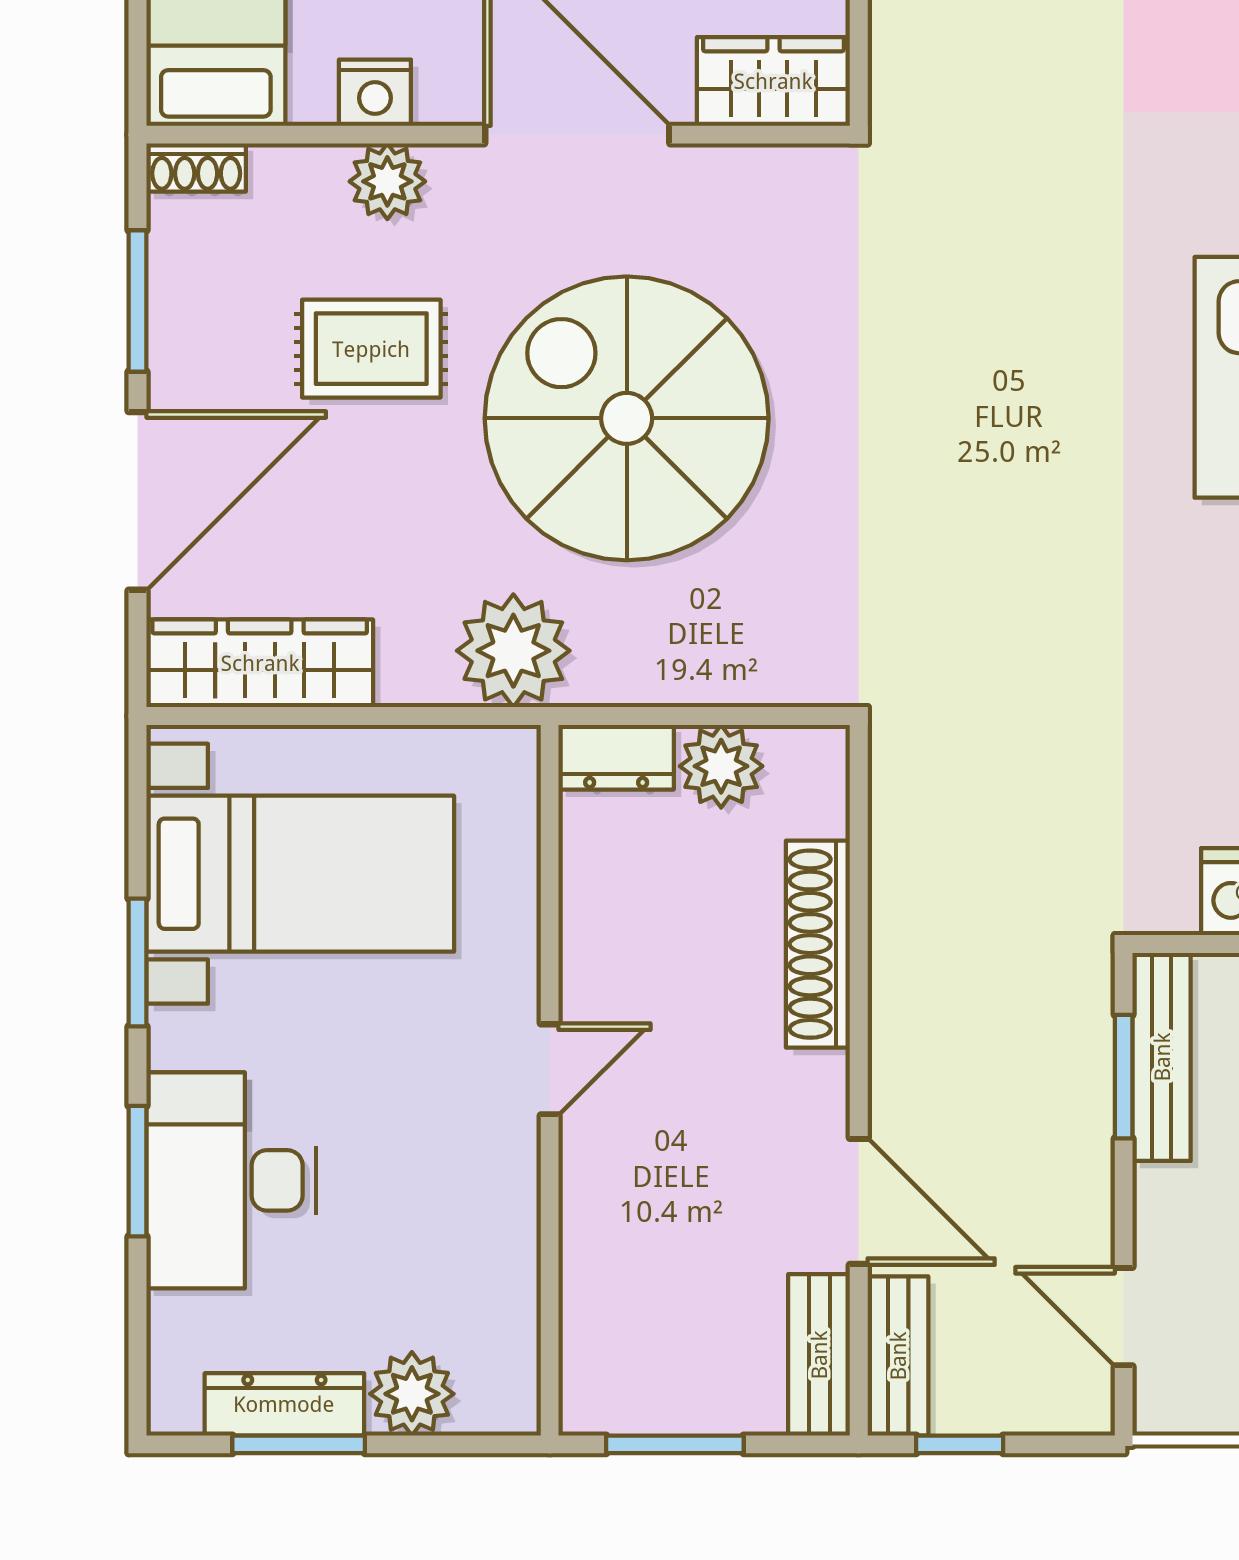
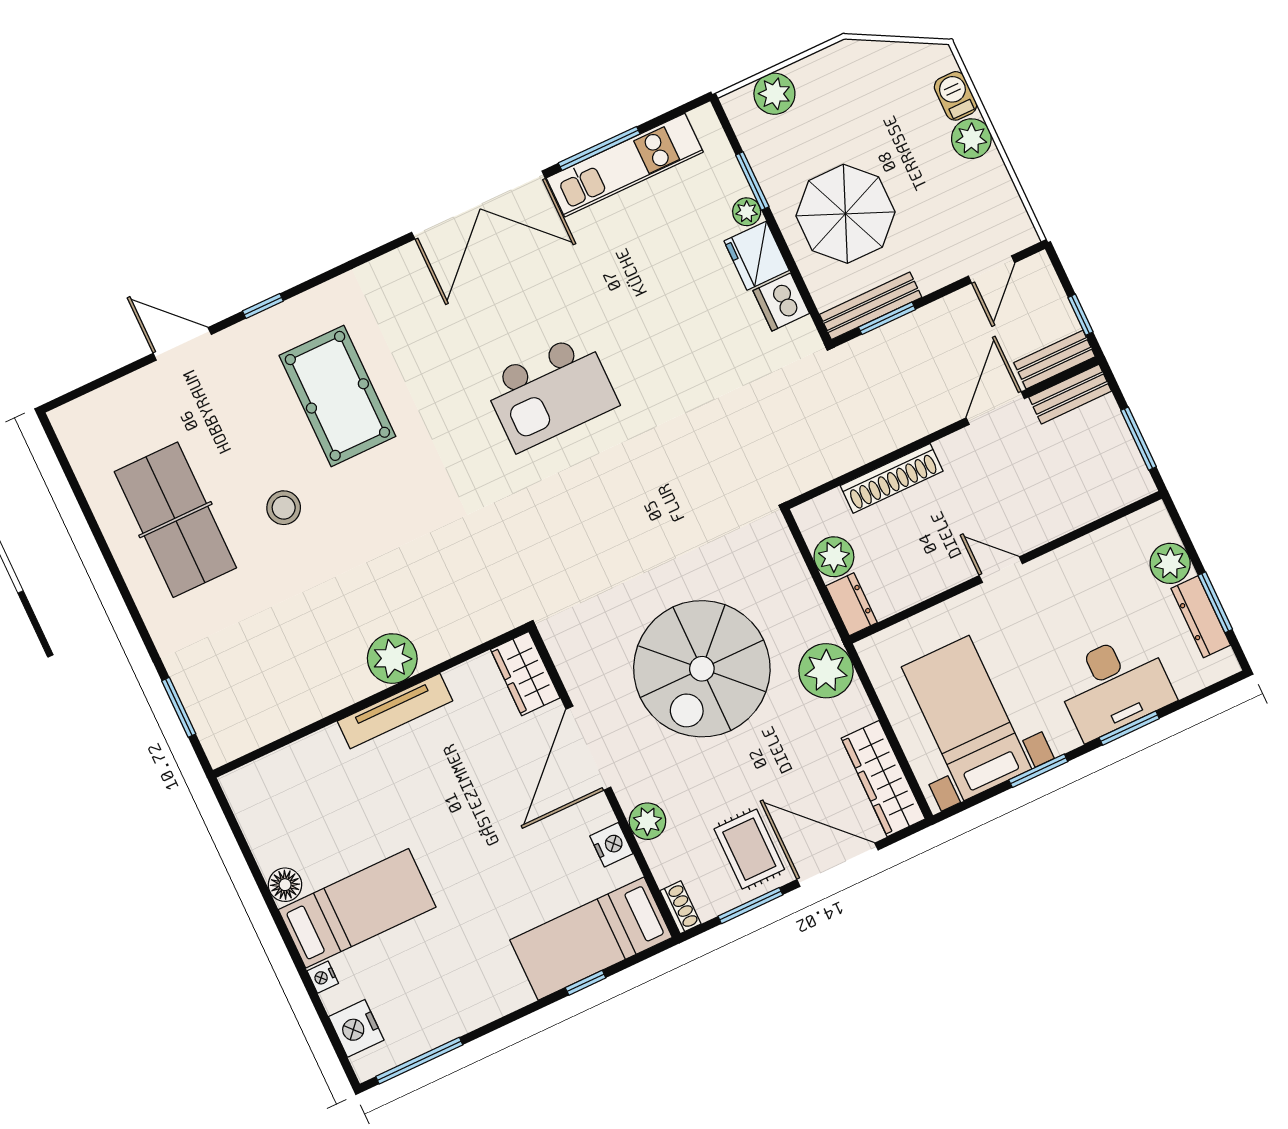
rug: (371, 349) -> (749, 849), moved

